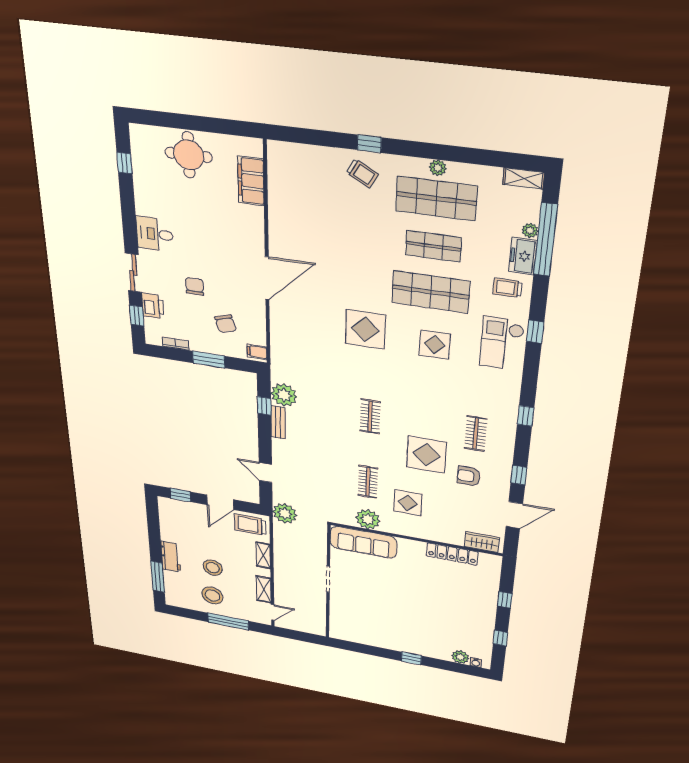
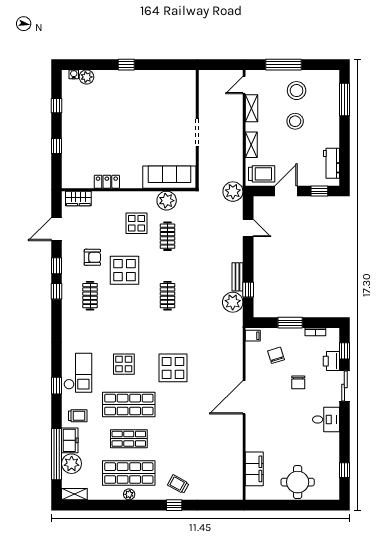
plant: (530, 231) -> (72, 464), width x1.88, depth x1.88
window: (526, 416) -> (56, 291), moved
locker: (452, 554) -> (107, 182), width x0.66
workbench: (171, 557) -> (331, 163), moved

